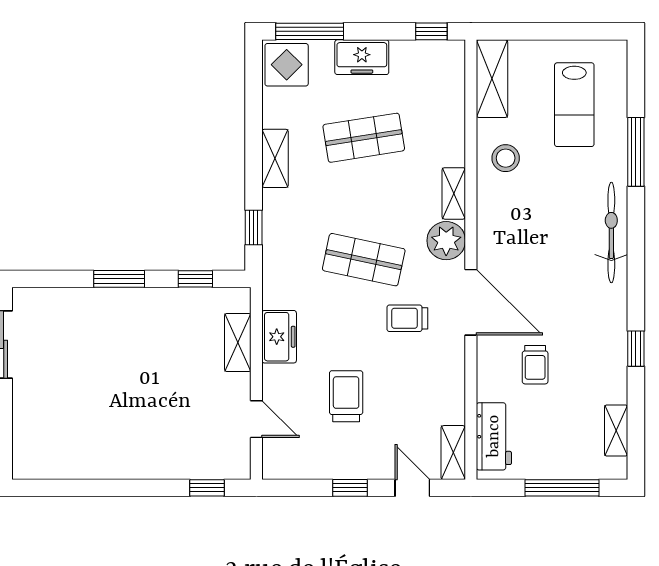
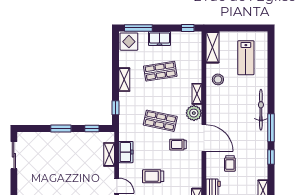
window: (636, 152) -> (271, 128), moved
trolley: (346, 396) -> (153, 176), turned -90

